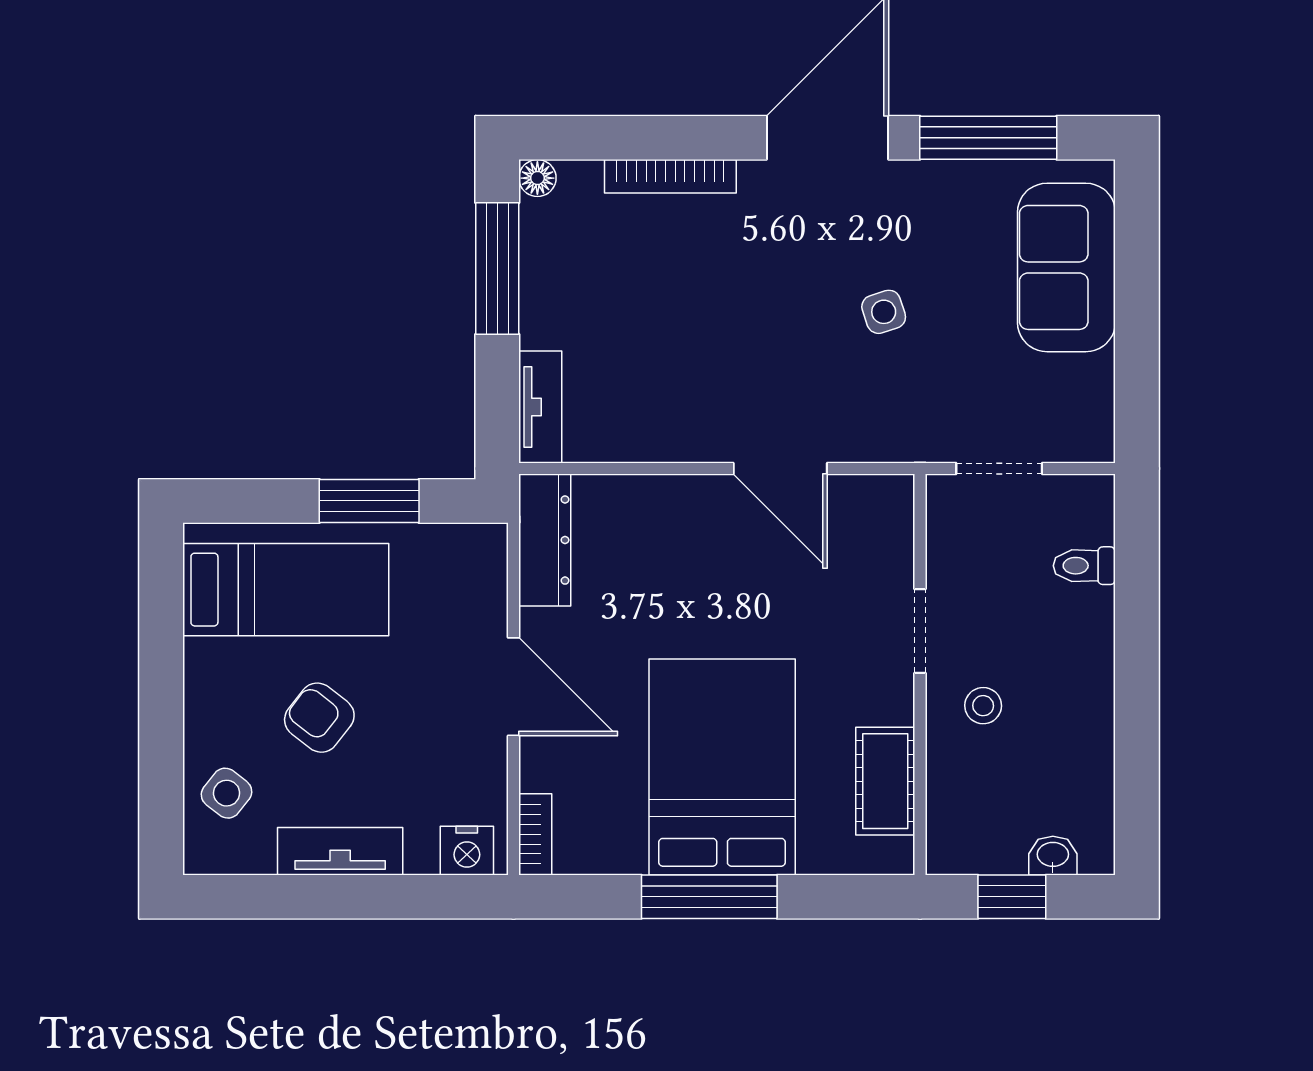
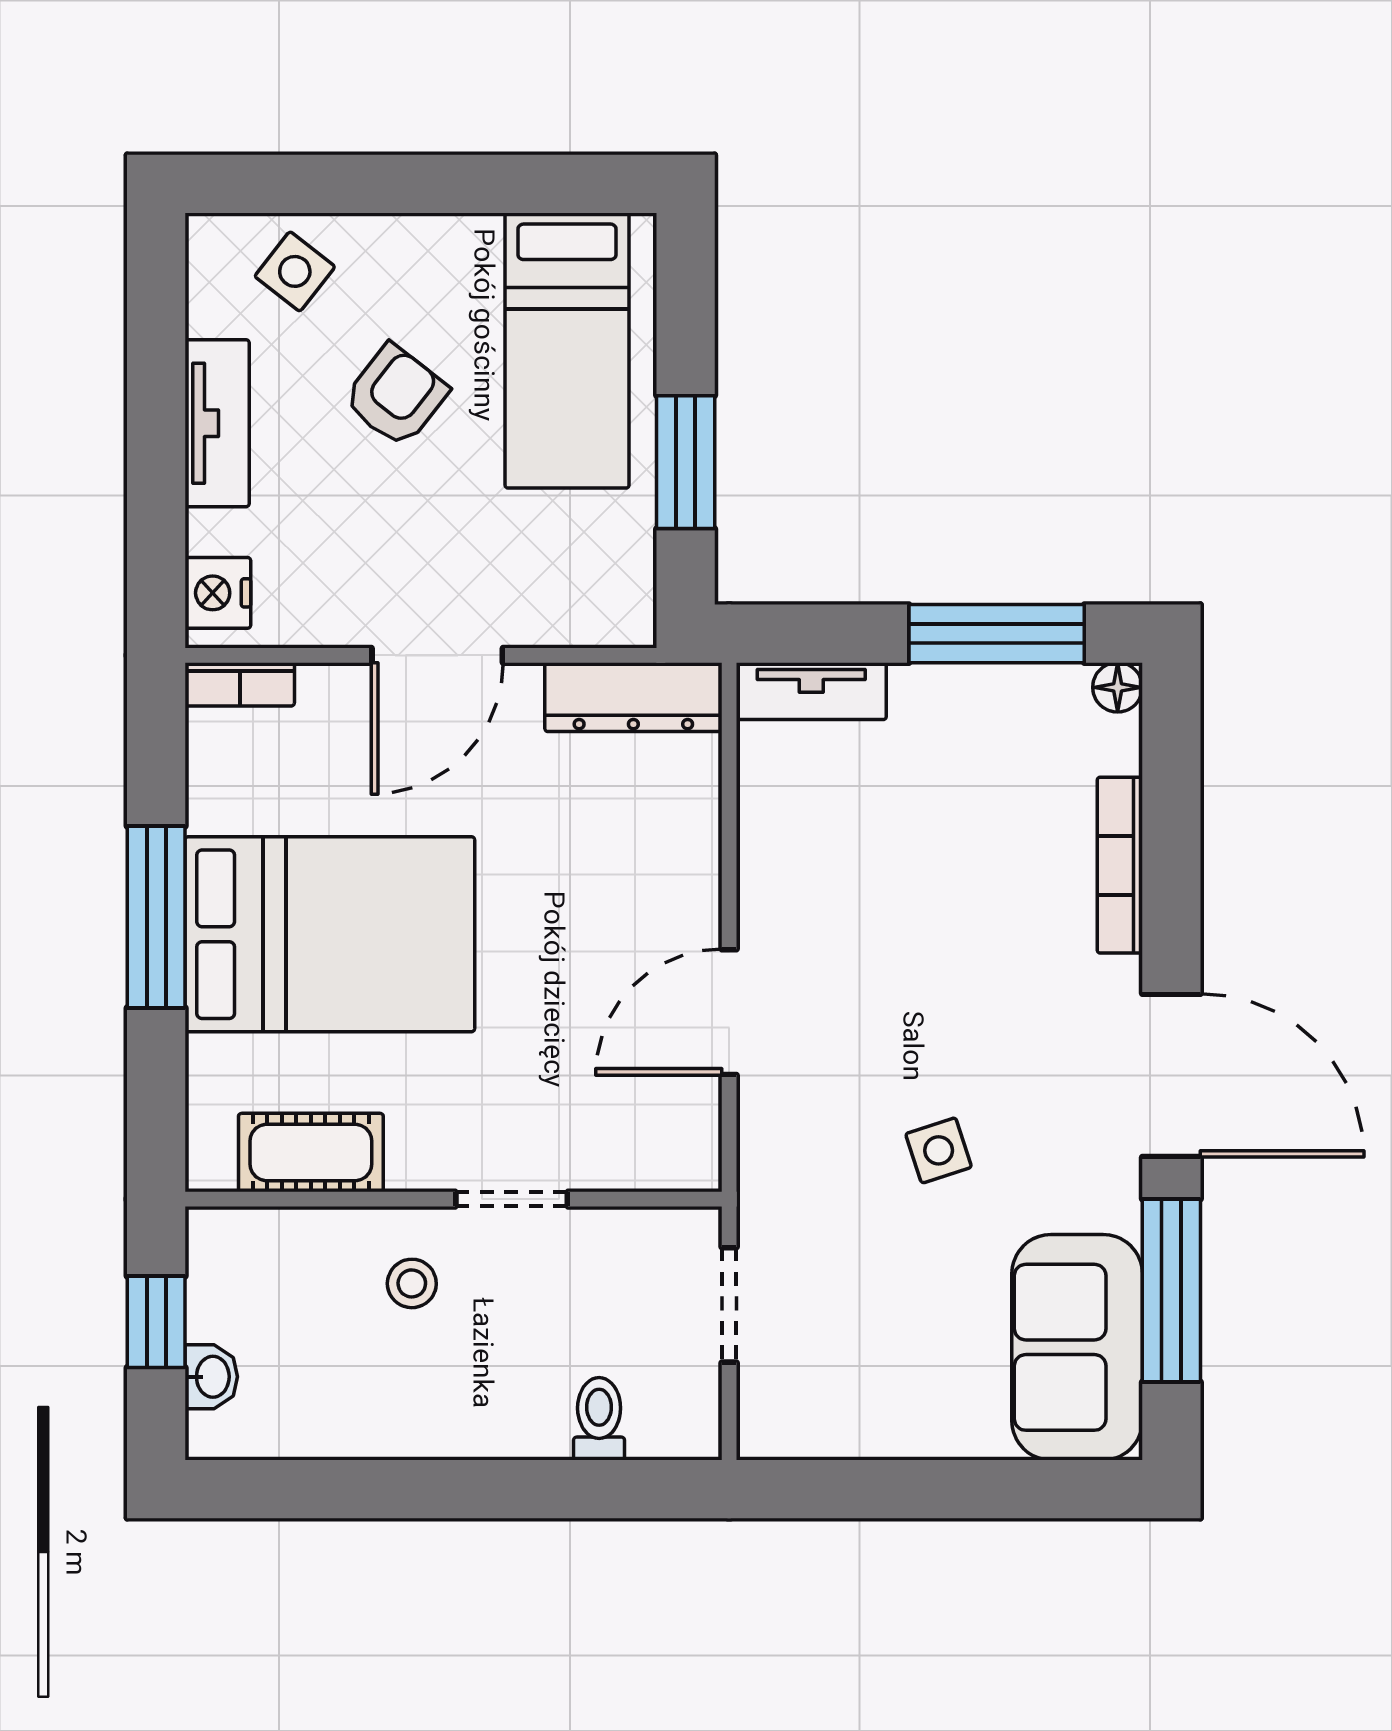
sofa: (1066, 267) -> (1077, 1347), moved, turned -90

